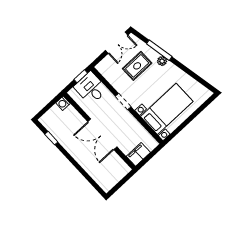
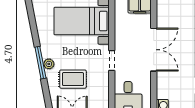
window: (159, 50) -> (40, 63), moved

